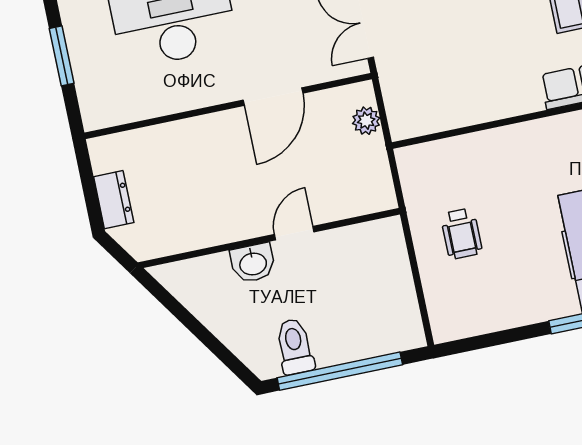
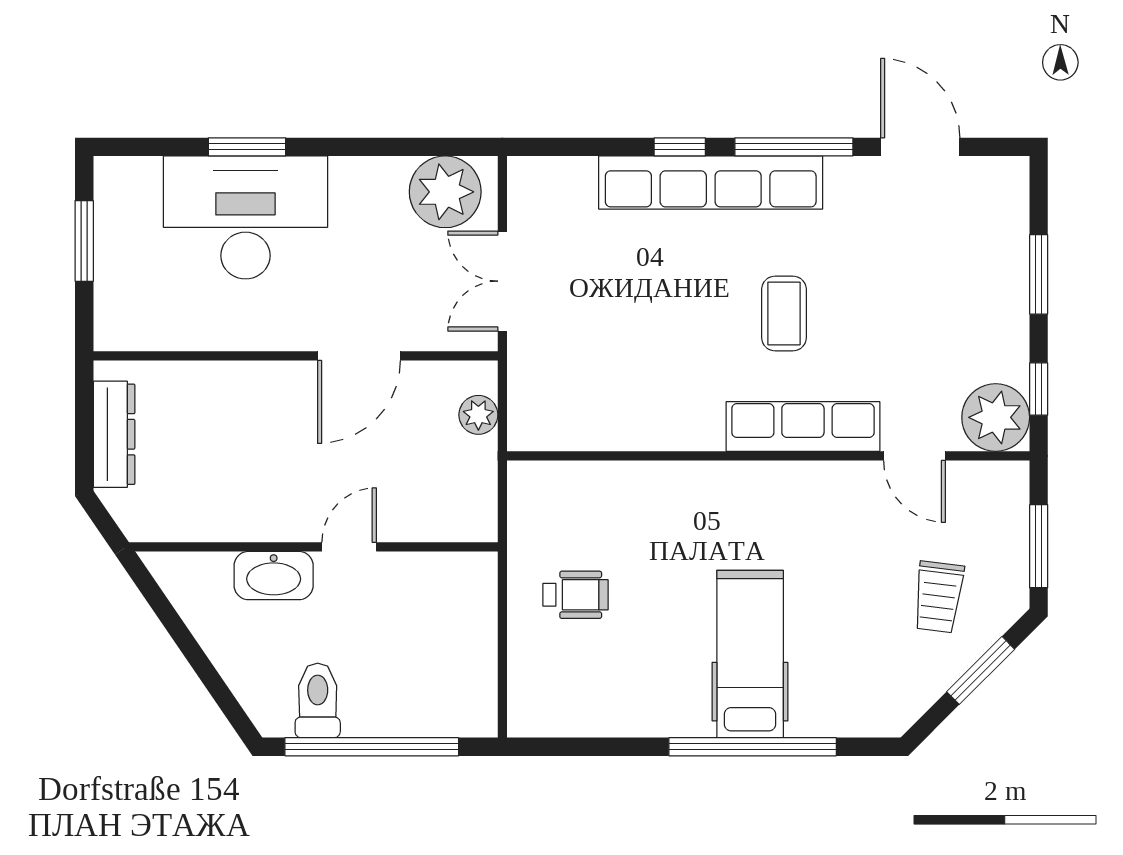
dresser: (114, 200) -> (114, 434), width x1.44
wheelchair: (461, 234) -> (575, 595), turned -90
washbasin: (253, 263) -> (274, 576), width x1.38

